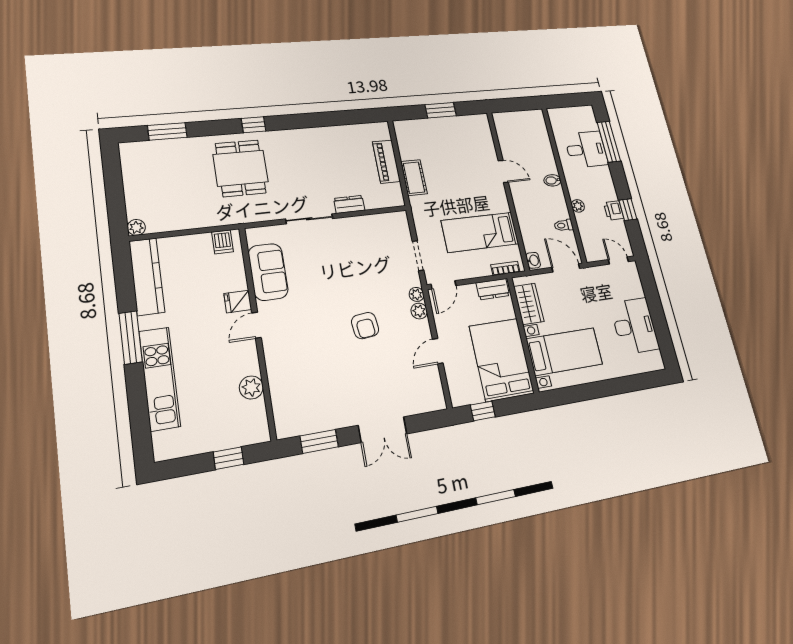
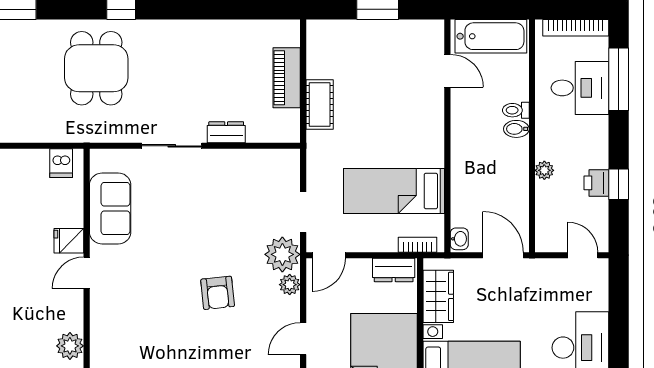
bookcase: (573, 112) -> (576, 28), added
bathtub: (520, 121) -> (491, 36), added
door: (503, 171) -> (447, 71), moved
toilet: (564, 225) -> (516, 110), moved
plant: (416, 294) -> (282, 254), width x1.88, depth x1.88

